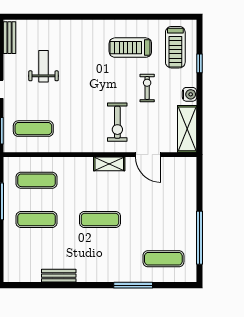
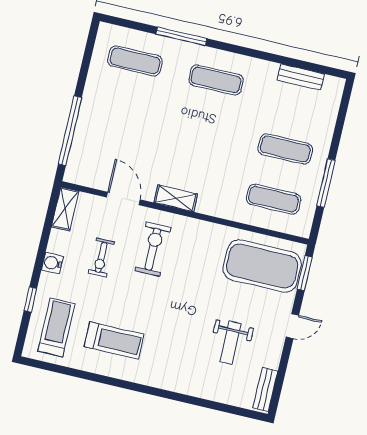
exercise bike: (147, 88) -> (101, 257), moved
exercise mat: (33, 129) -> (262, 266), width x2.00, depth x1.45
shelving: (187, 129) -> (65, 209), width x0.67, depth x0.75
exercise mat: (100, 220) -> (216, 80), moved
window: (200, 238) -> (70, 131), moved
bench: (59, 276) -> (301, 77), moved

